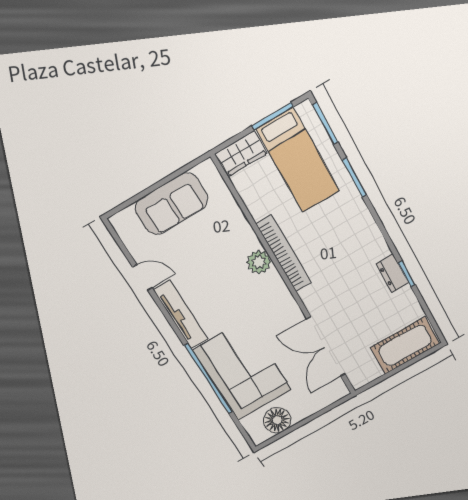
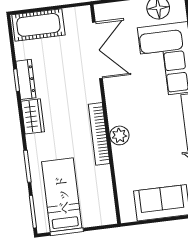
wardrobe: (241, 153) -> (33, 116), moved, turned 90
dresser: (392, 273) -> (26, 79), width x1.44

